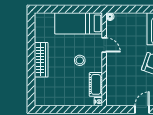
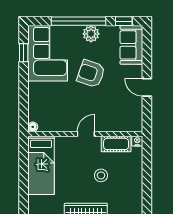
door: (104, 45) -> (86, 134), moved
stool: (80, 60) -> (101, 175), moved

